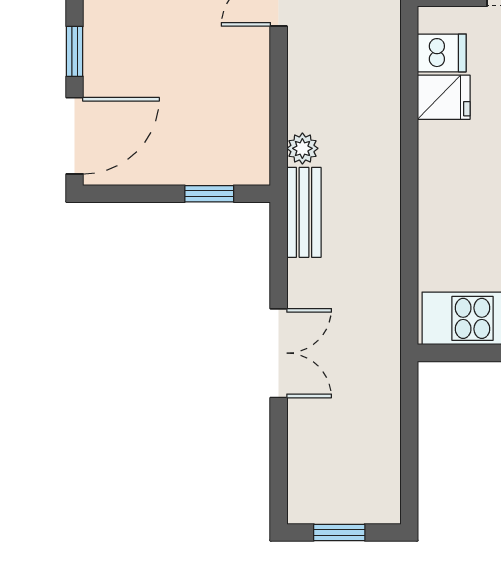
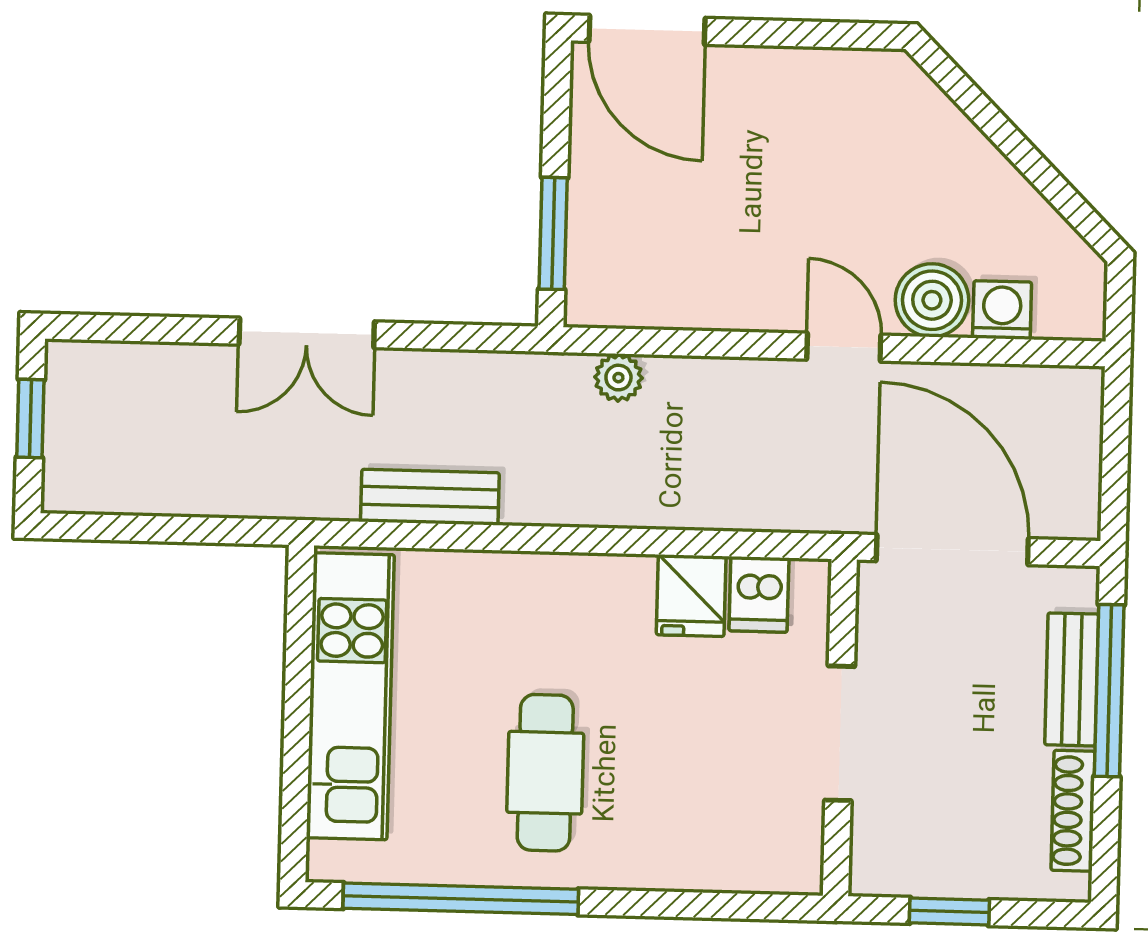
window: (75, 51) -> (776, 33), removed
window: (209, 194) -> (553, 233), width x1.50
bench: (304, 212) -> (430, 497), moved

